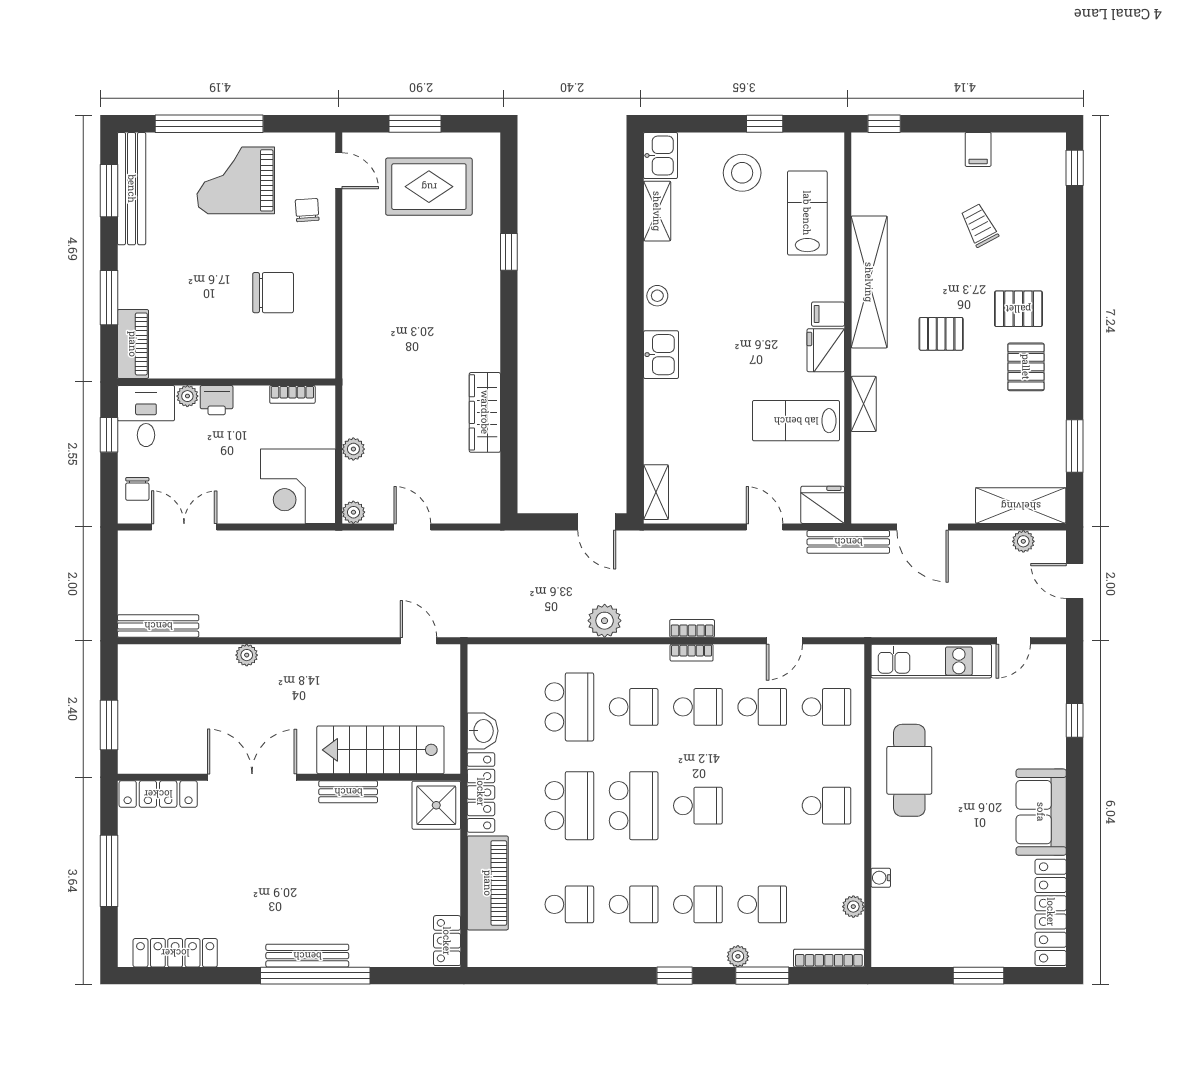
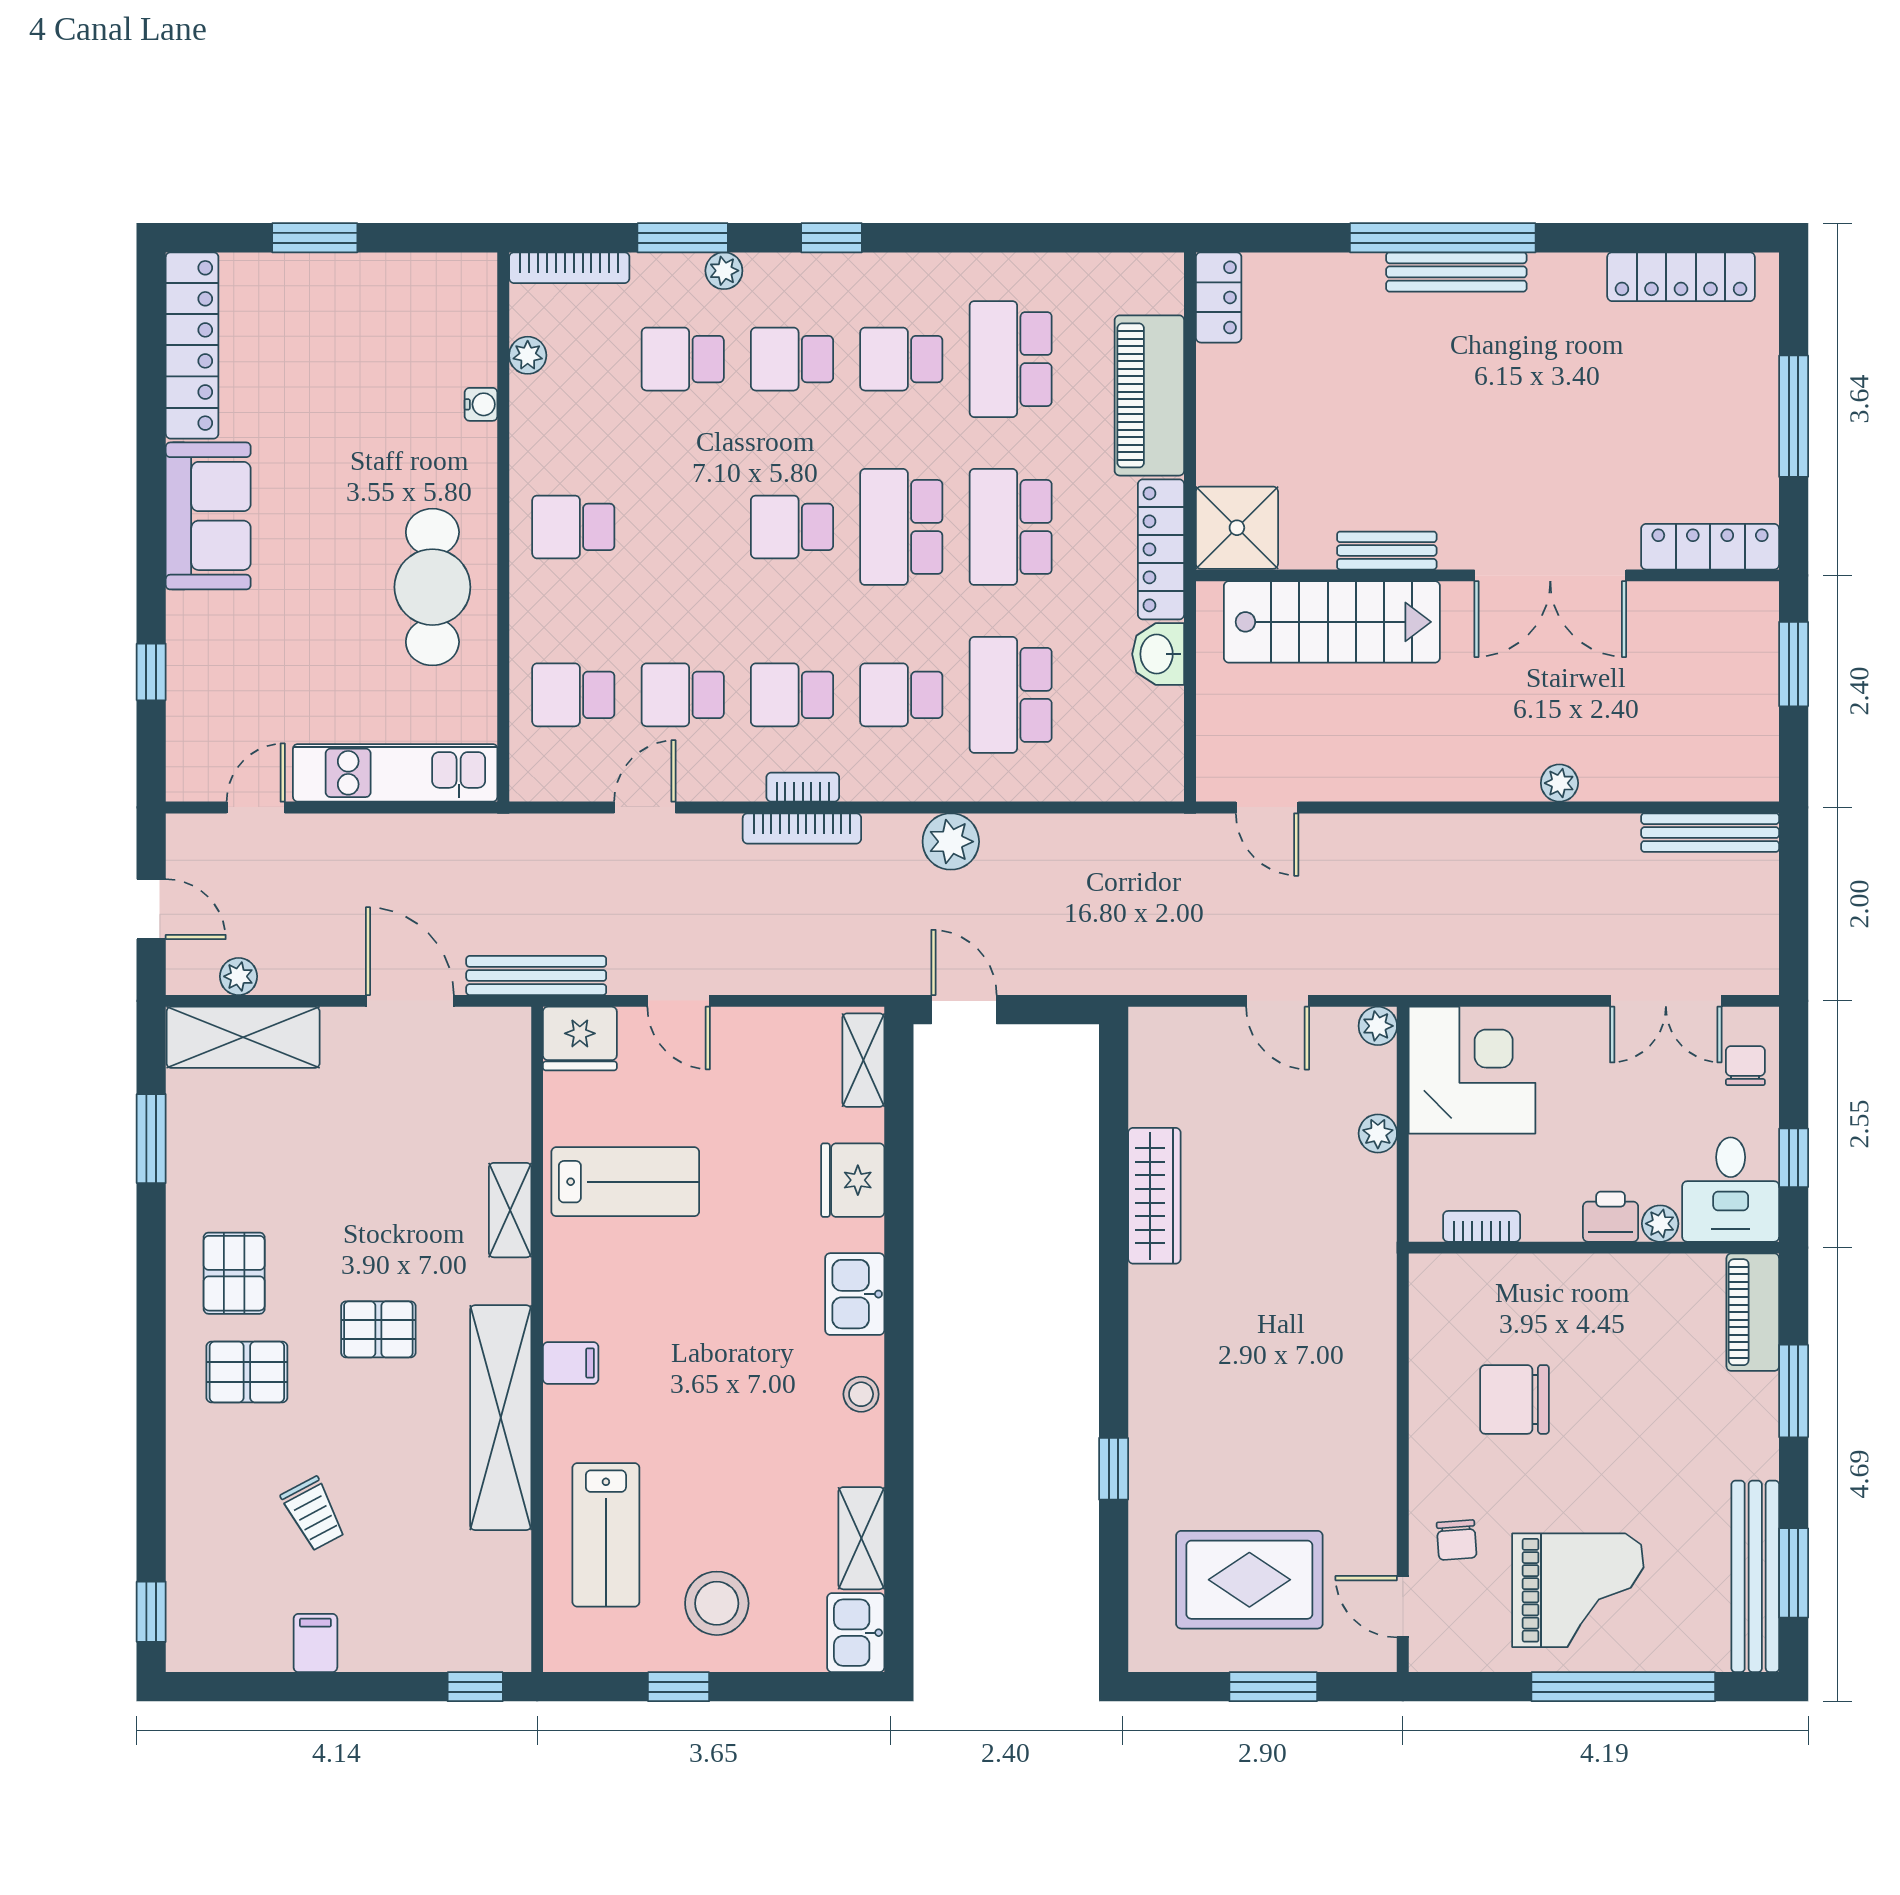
fridge: (826, 350) -> (853, 1180), moved, turned 180
bookcase: (692, 628) -> (802, 828), width x1.56
school desk: (569, 904) -> (1011, 359), width x1.85

